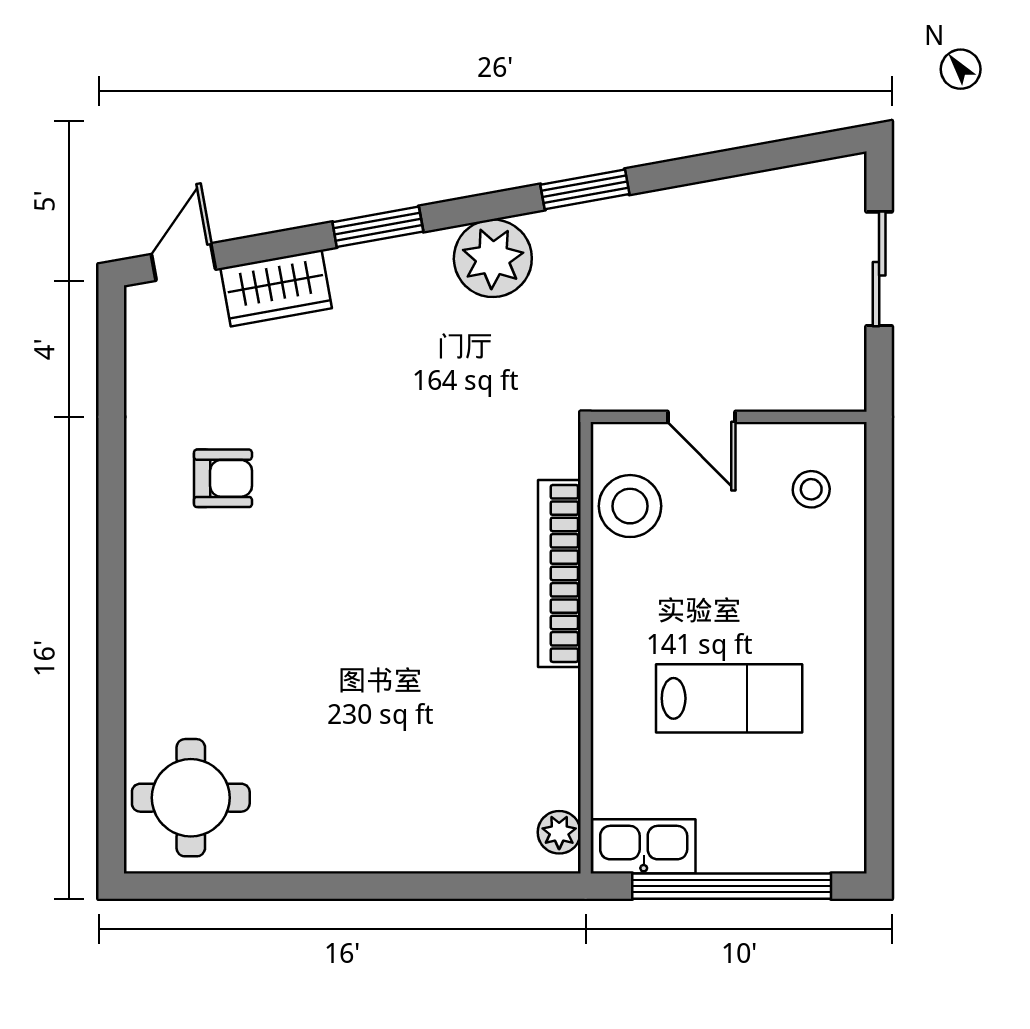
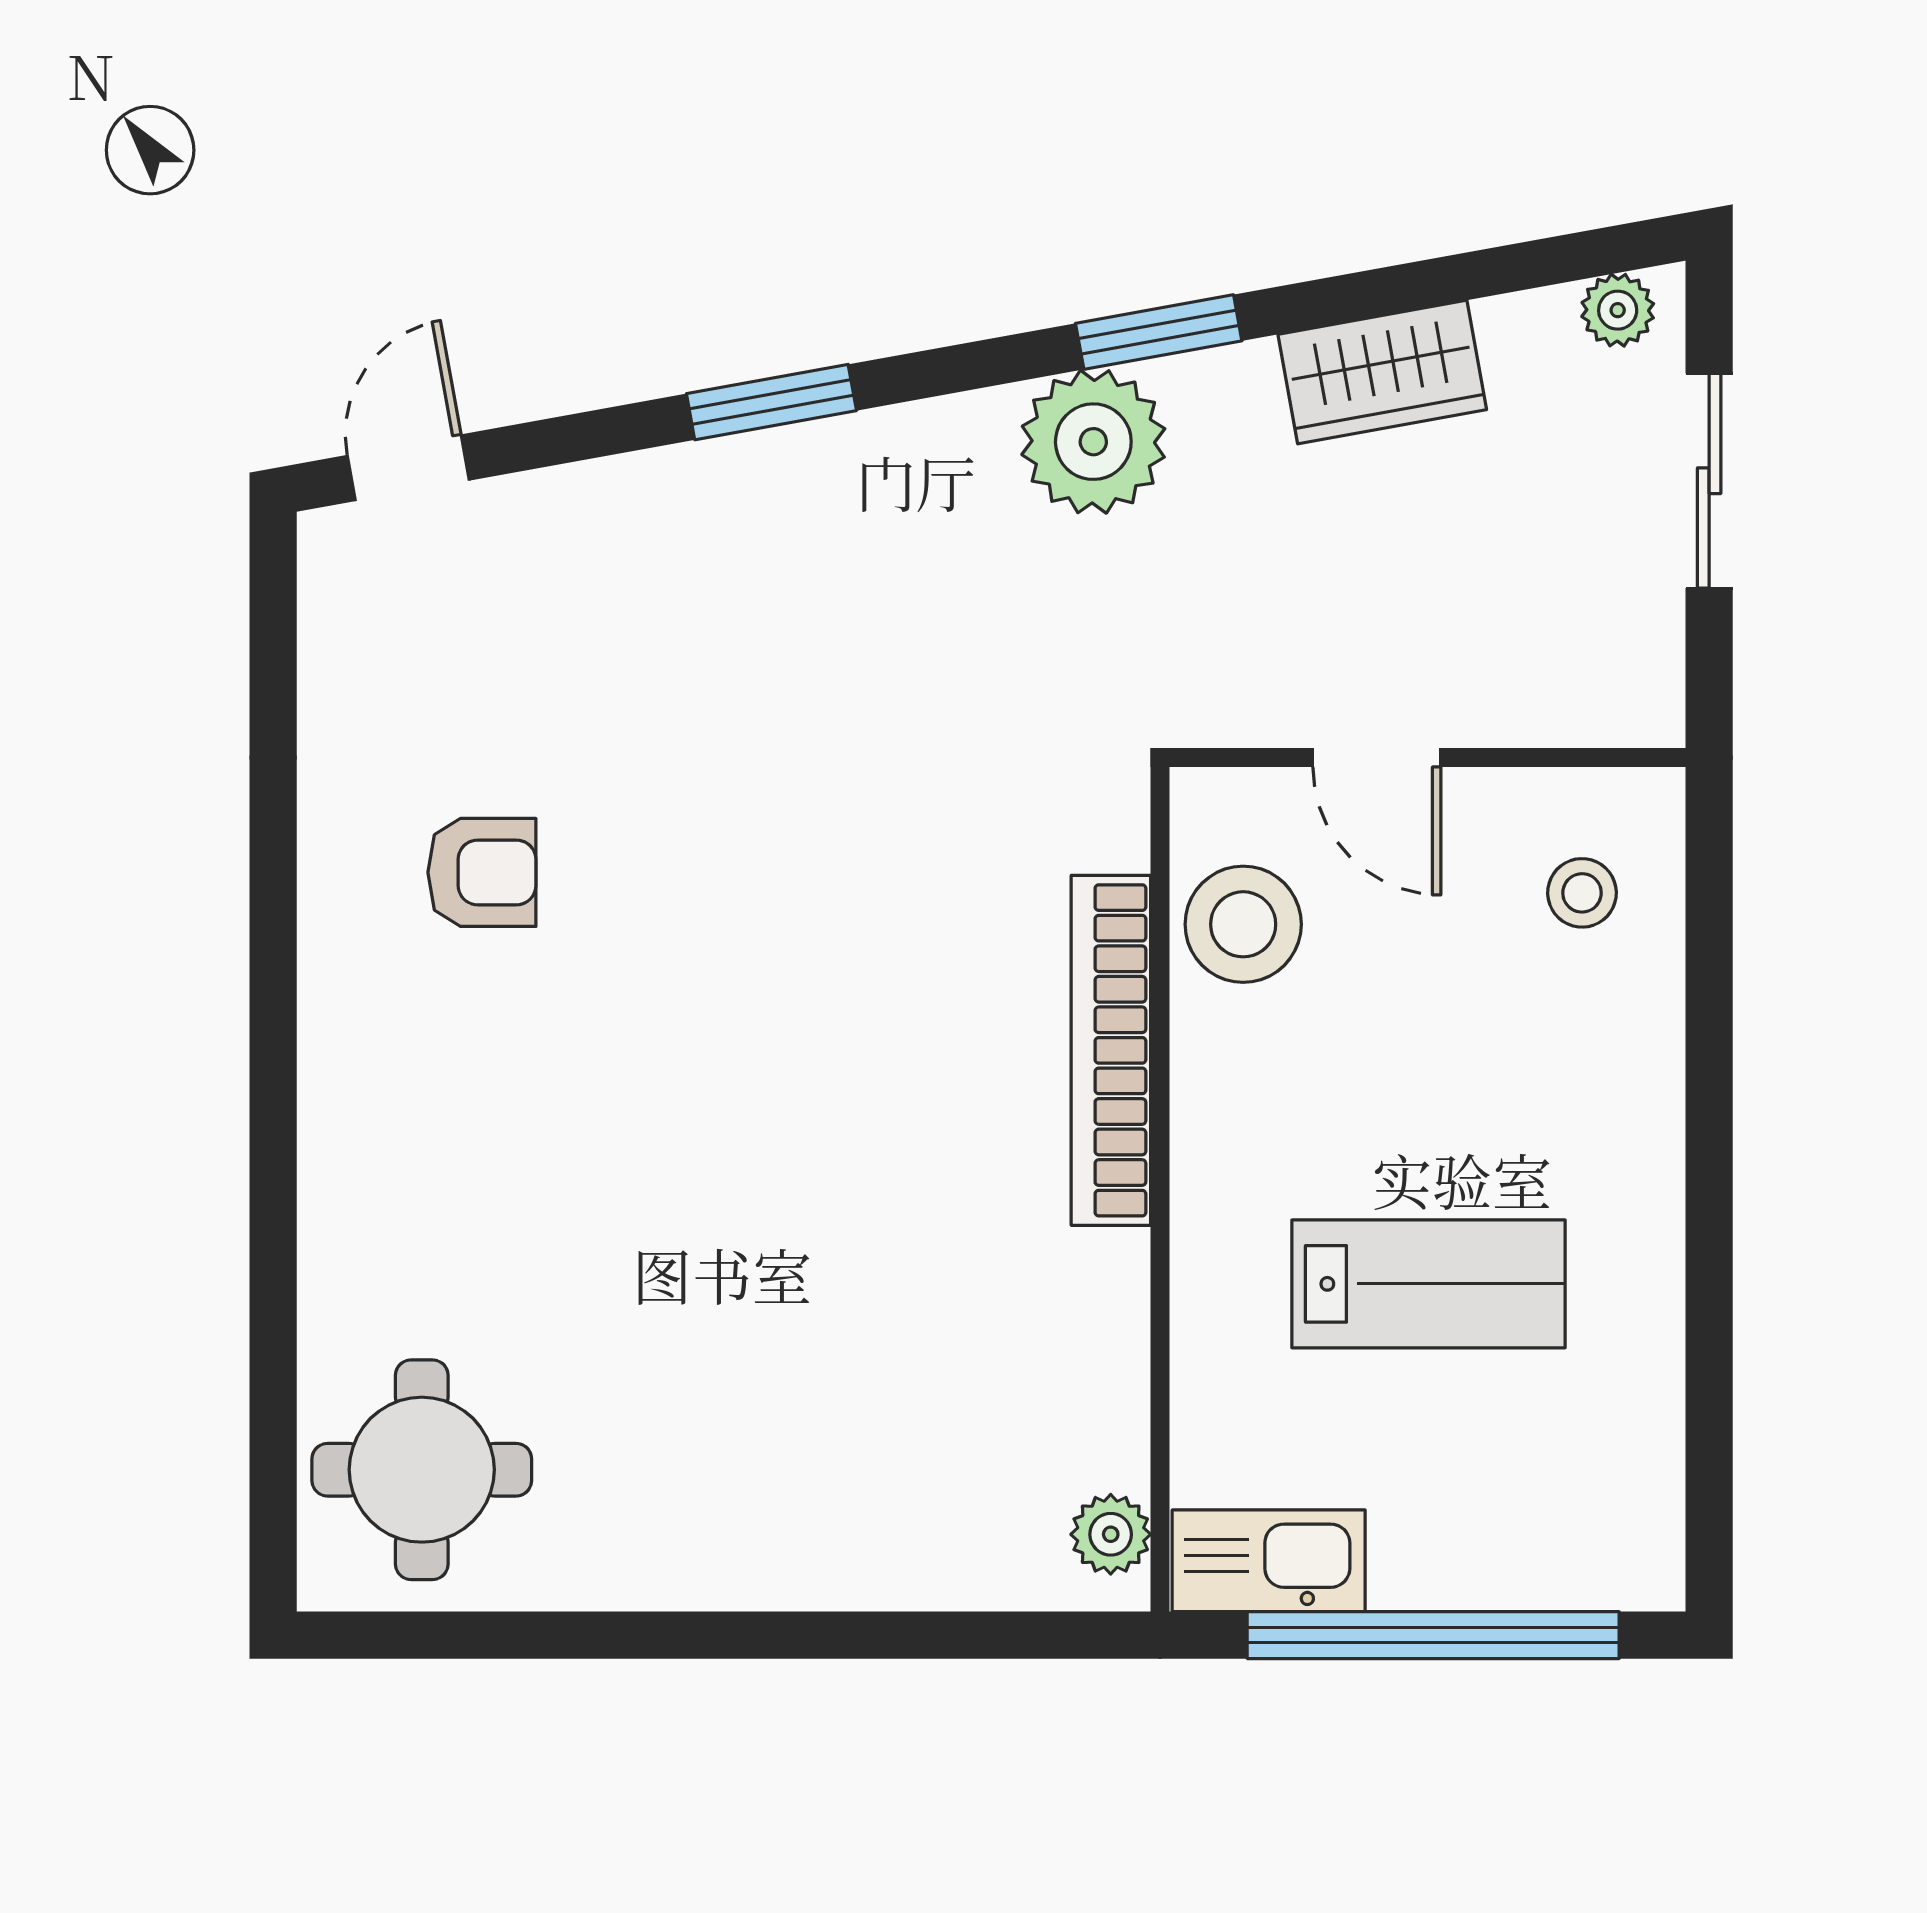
plant: (830, 178) -> (1618, 310), added
plant: (493, 258) -> (1093, 442), moved
wardrobe: (276, 288) -> (1382, 372), moved

